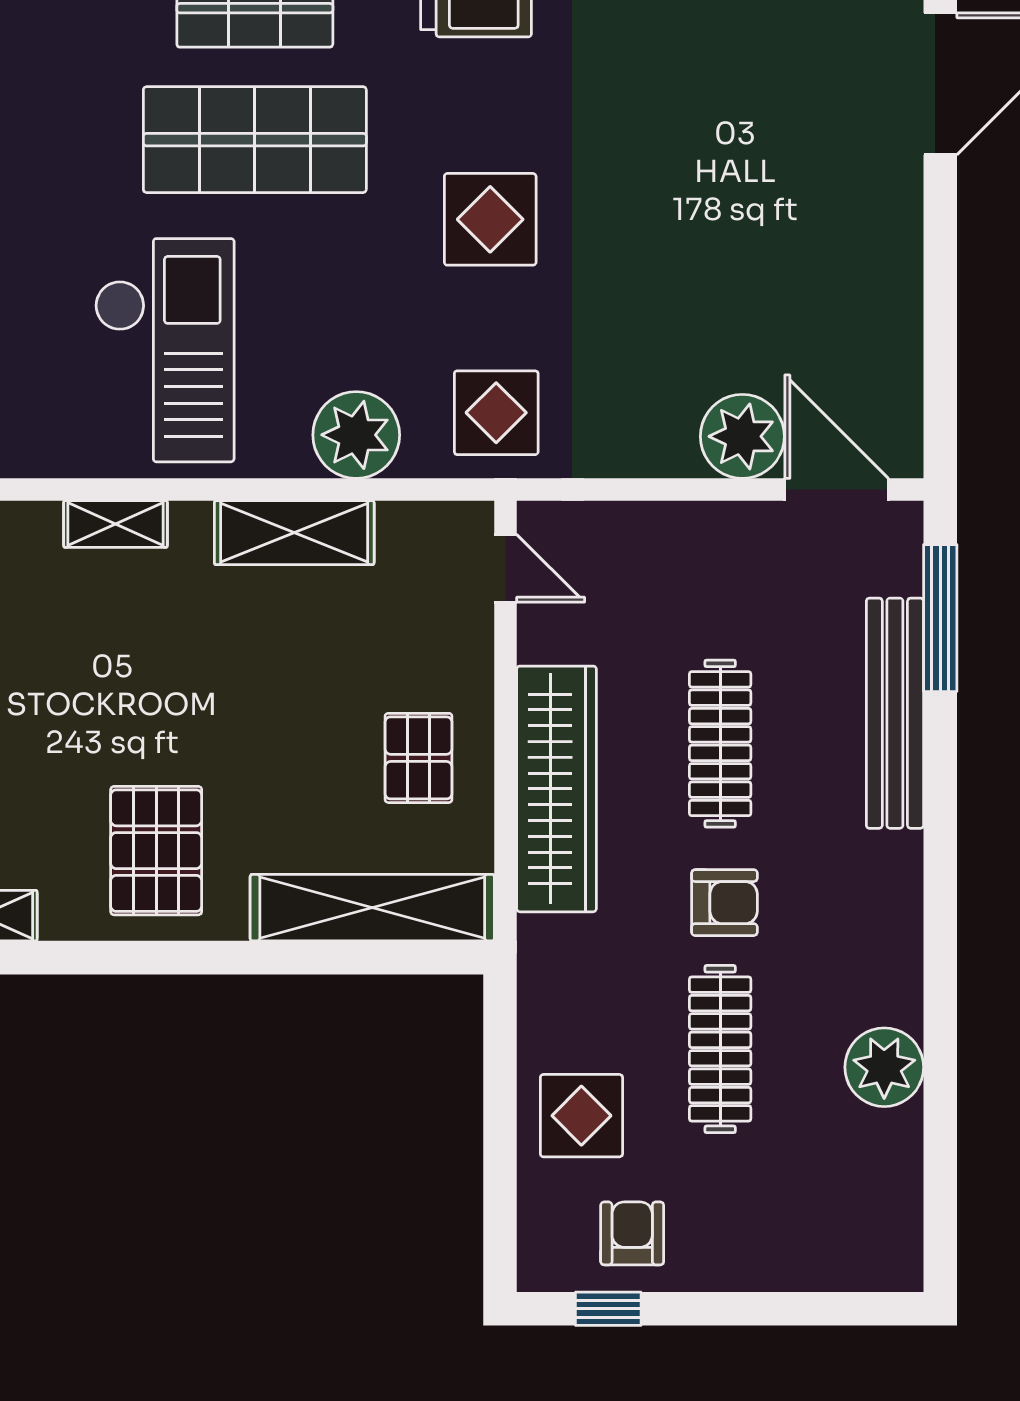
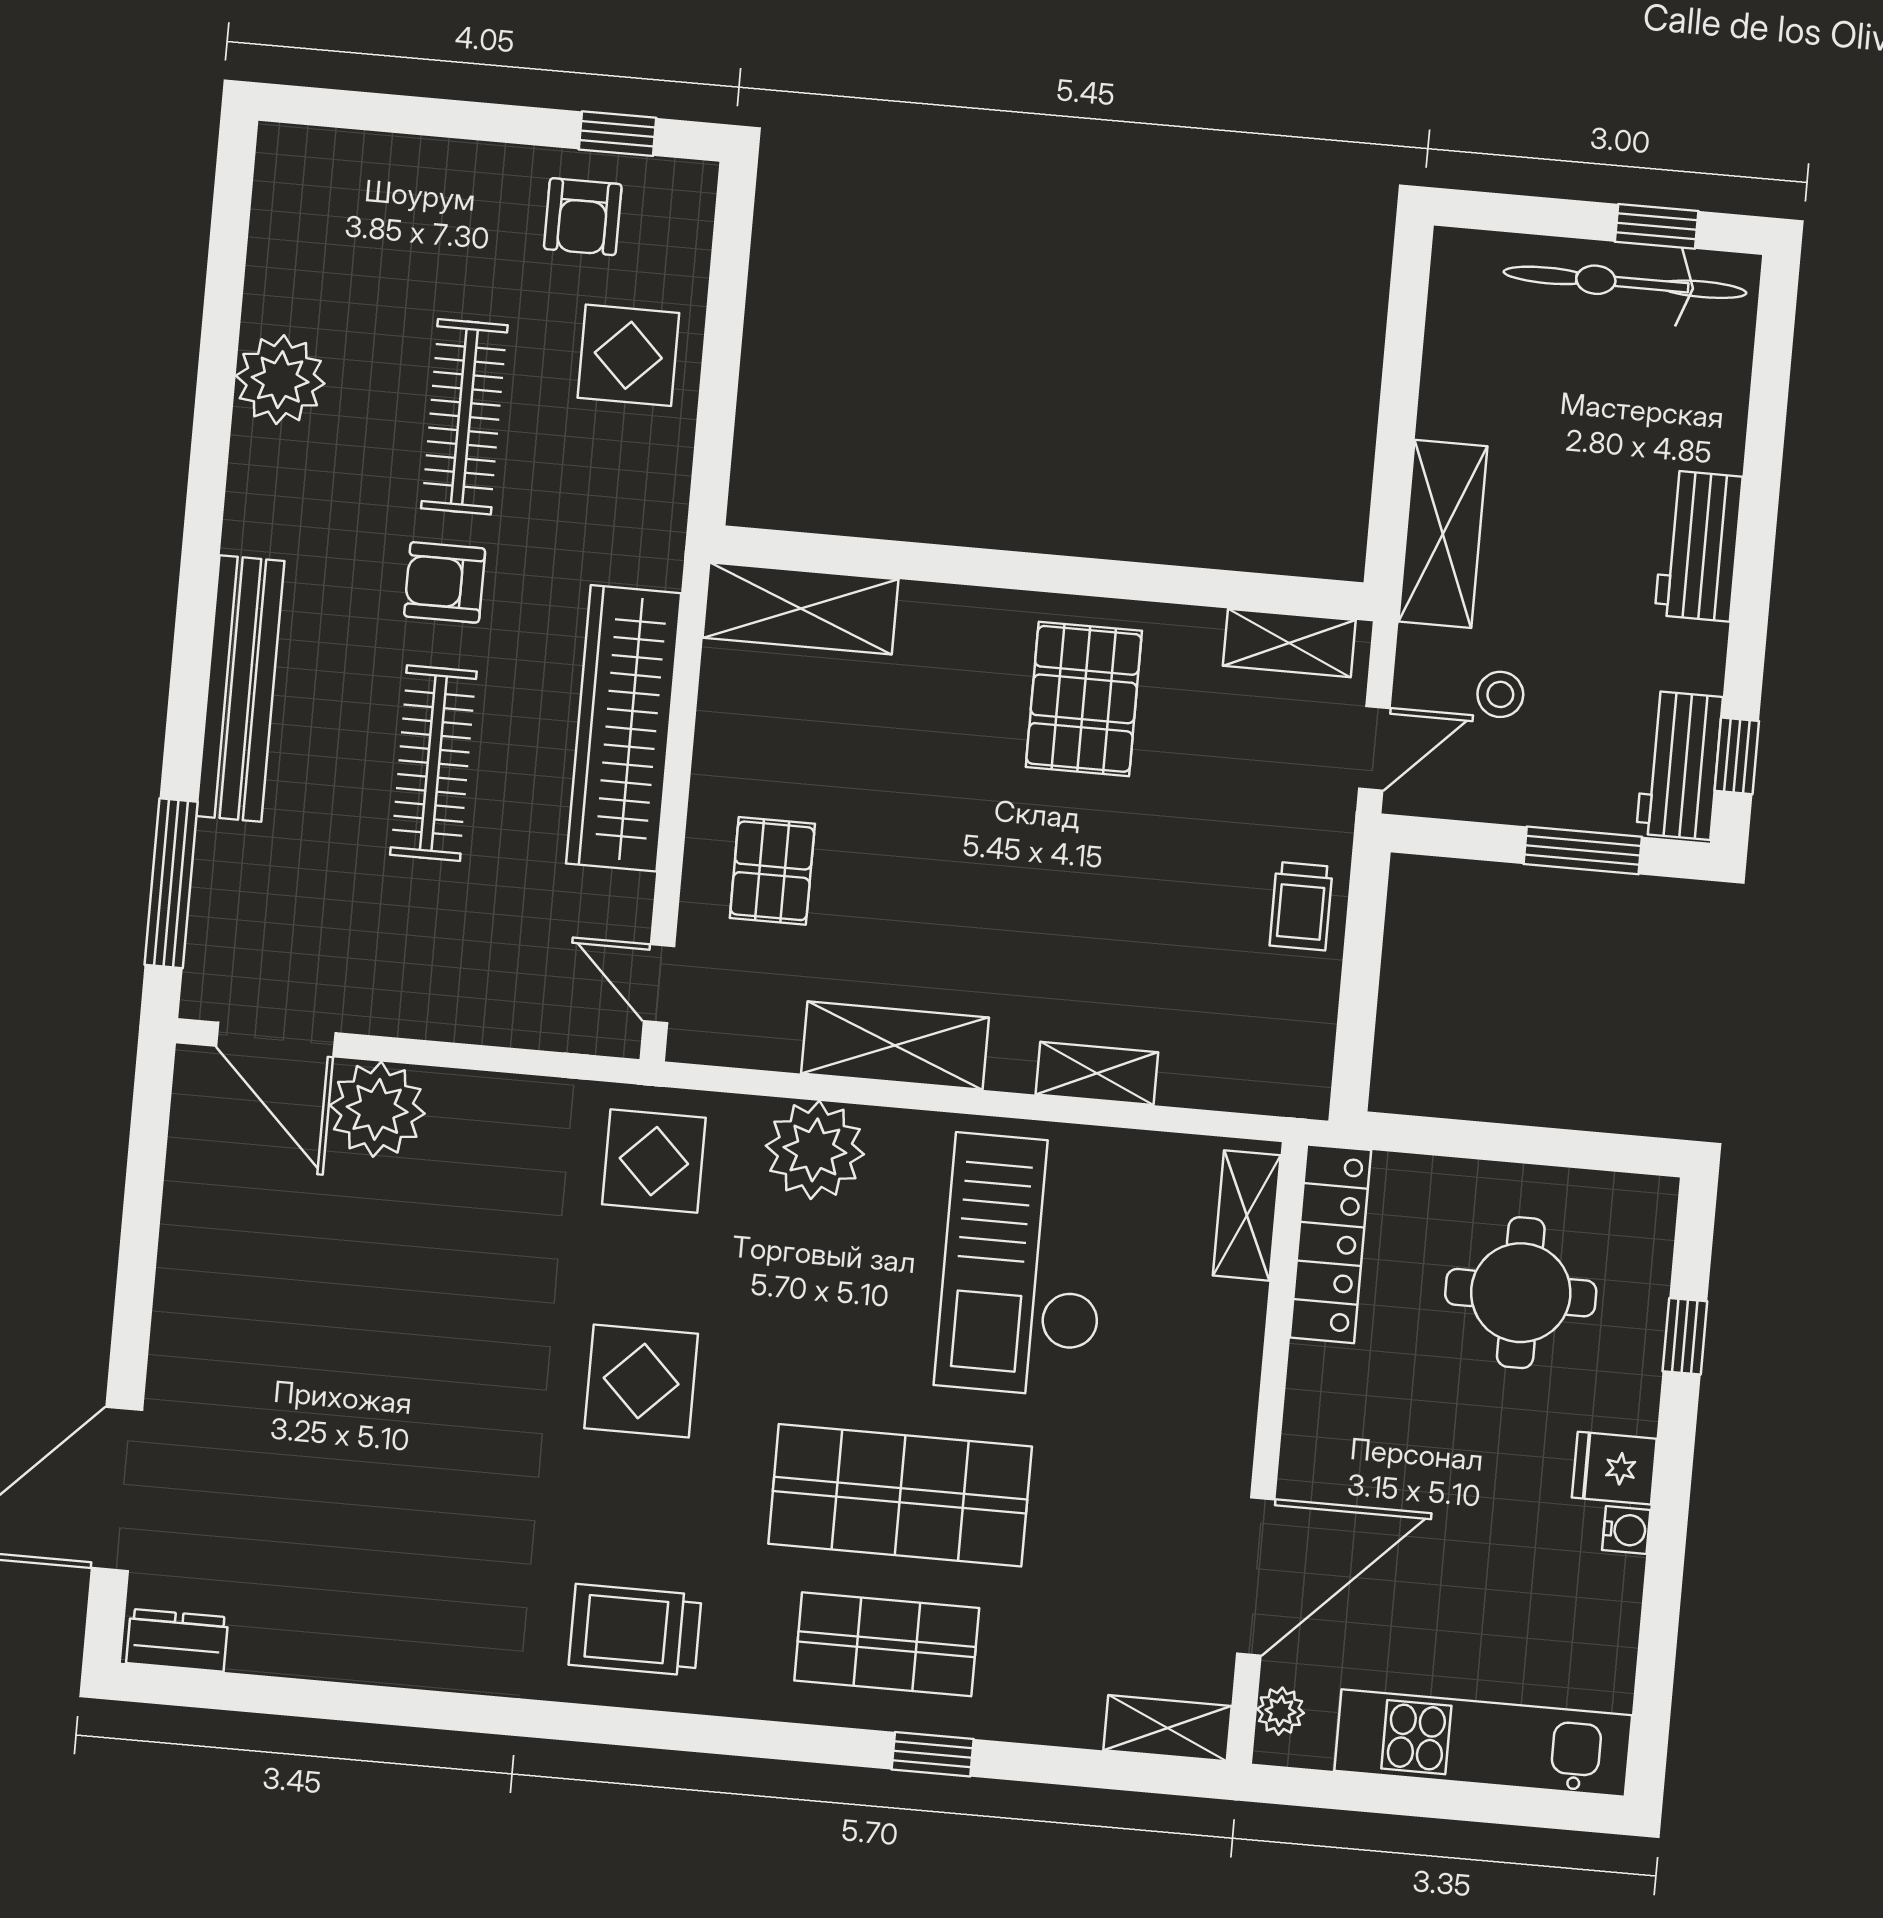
bench: (895, 713) -> (240, 689), moved
pallet: (419, 758) -> (772, 871), moved
shelving: (372, 908) -> (800, 608), width x0.68

